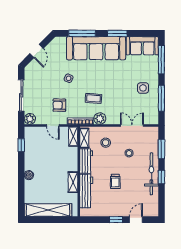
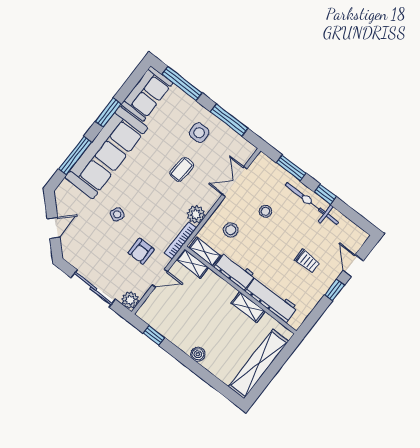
door: (37, 51) -> (54, 228), hinge flipped
coffee table: (93, 98) -> (182, 169), moved
trolley: (115, 181) -> (307, 261), moved

